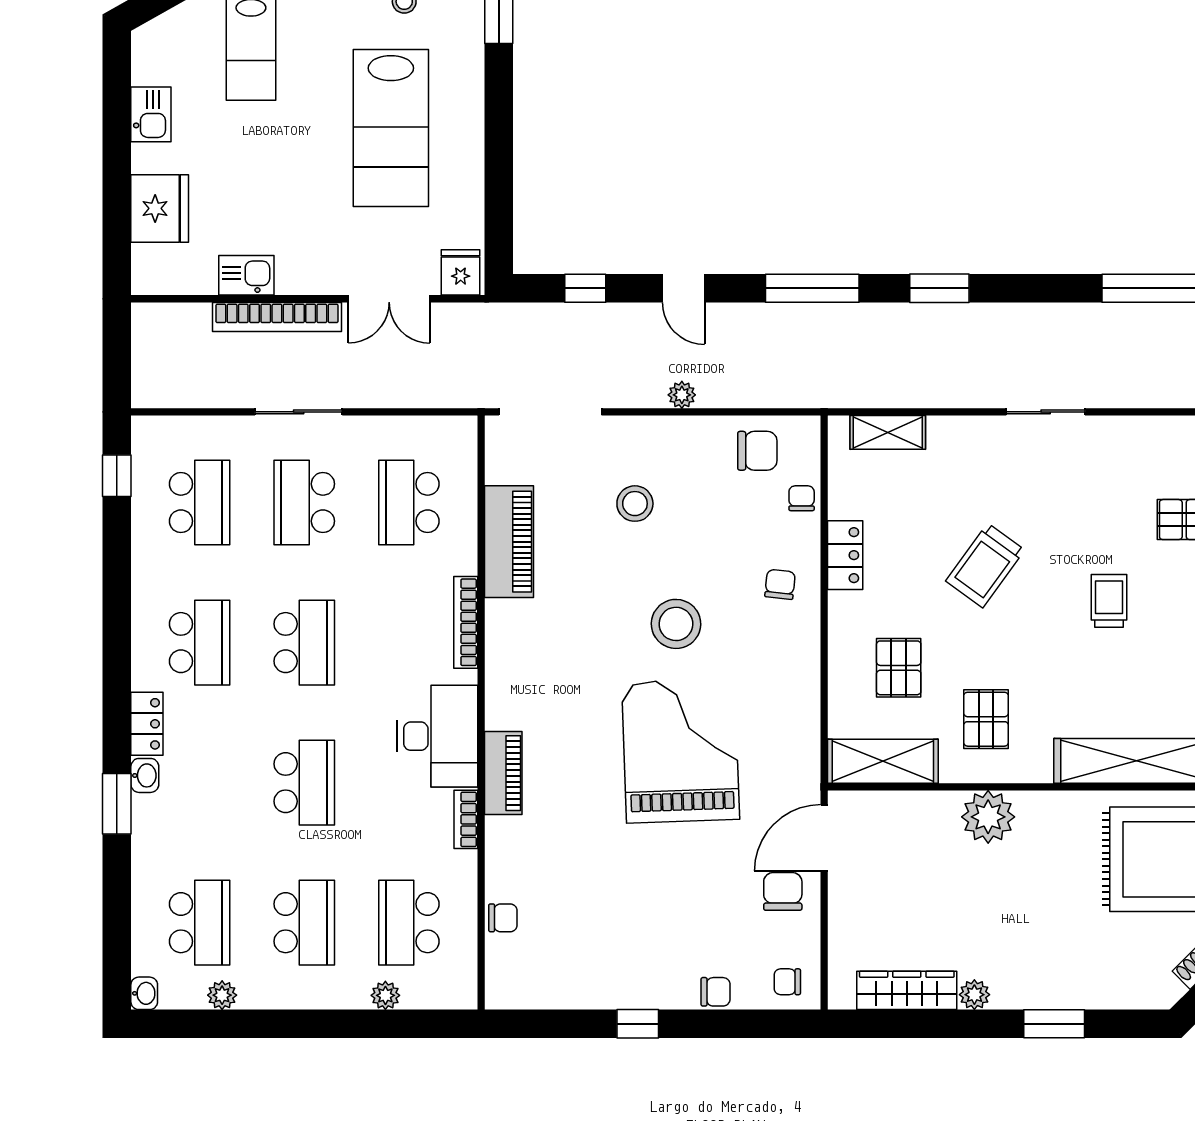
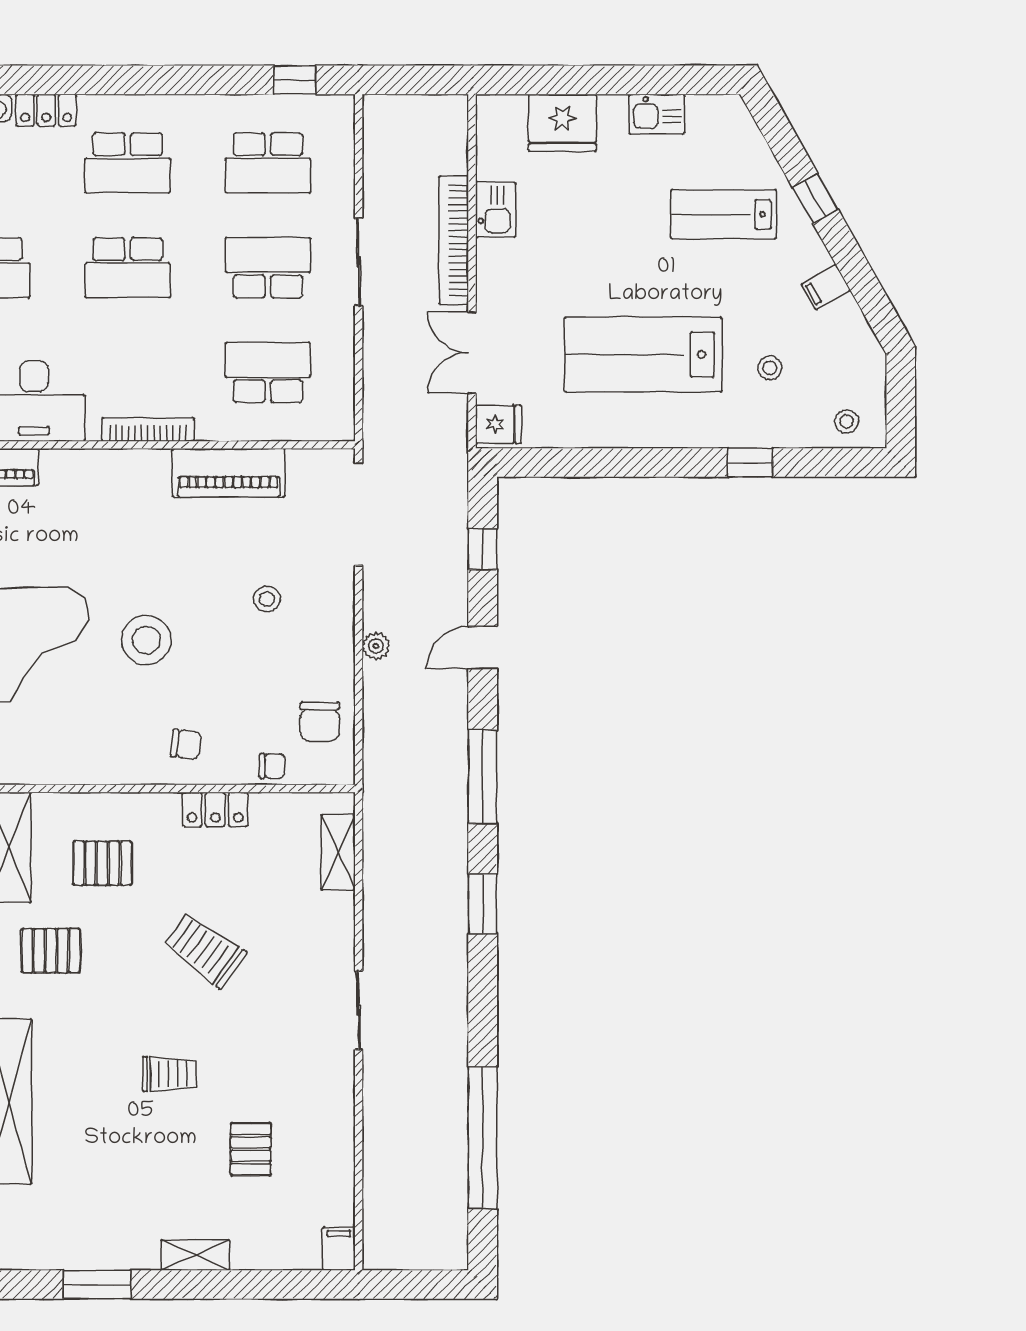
stool: (635, 504) -> (267, 599), width x0.73, depth x0.73

